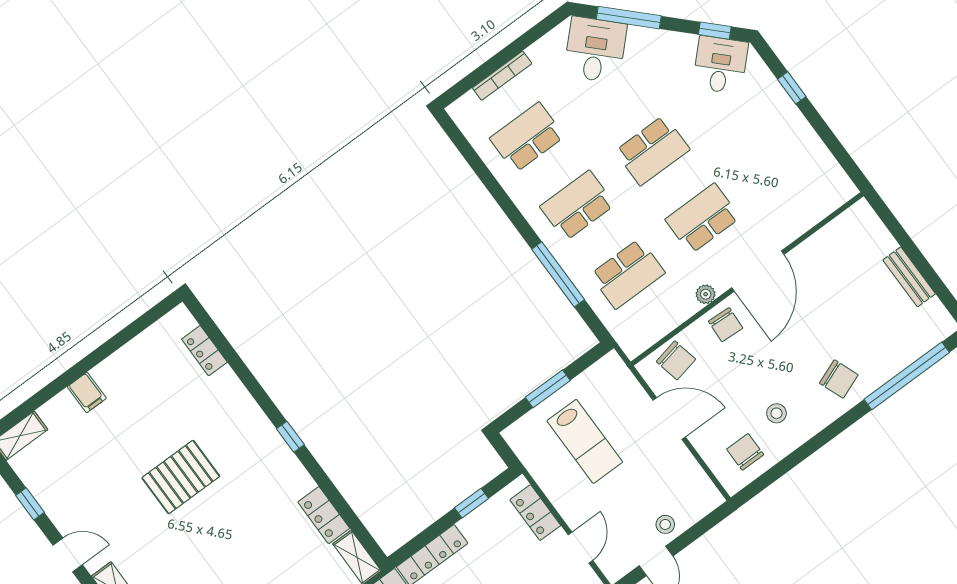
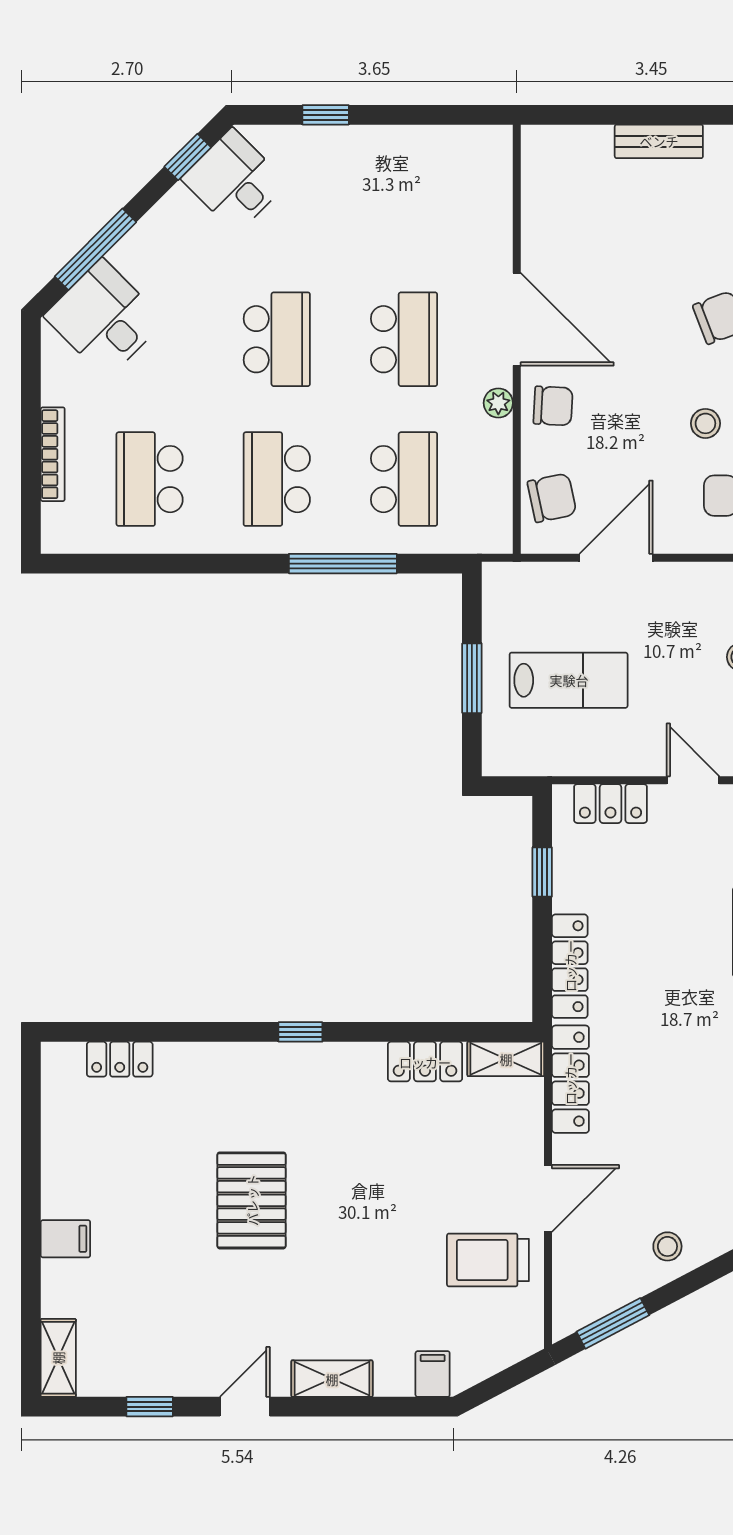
school desk: (703, 219) -> (404, 339), turned 180

